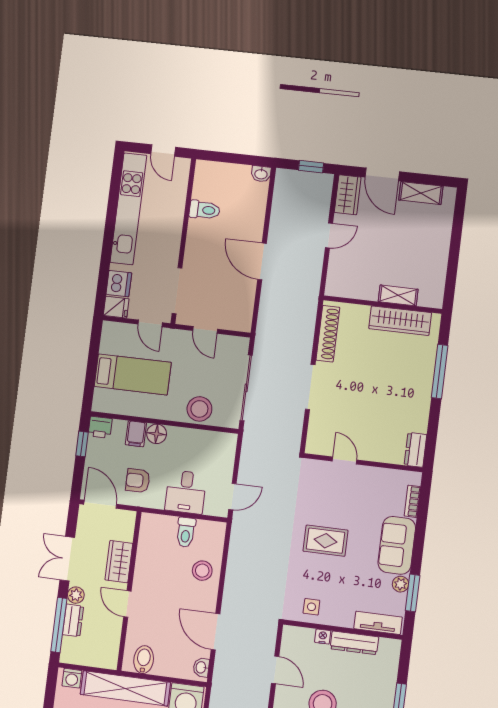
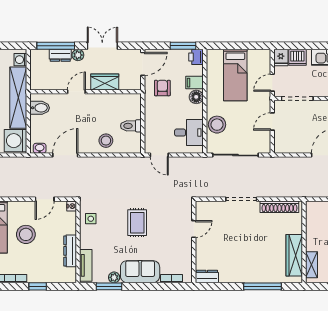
shelving: (398, 295) -> (311, 265), moved
window: (82, 444) -> (183, 46), width x1.50
desk: (186, 492) -> (189, 133), moved, turned 180
nightstand: (323, 636) -> (72, 206), moved

